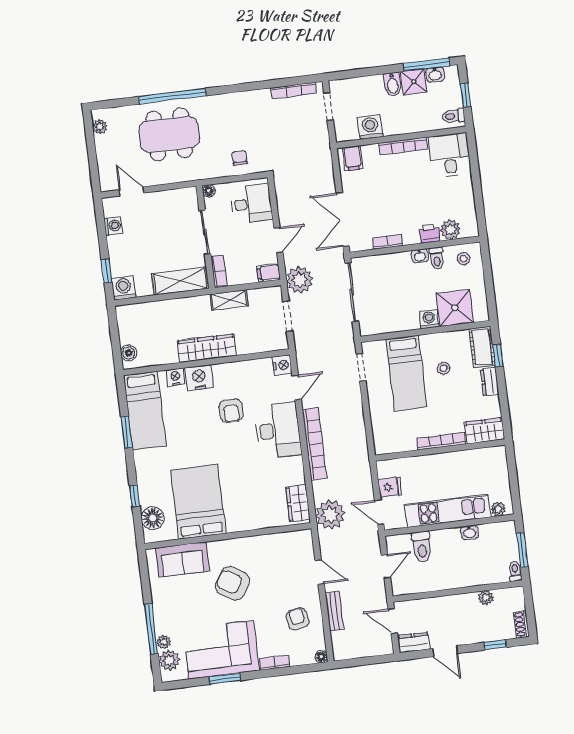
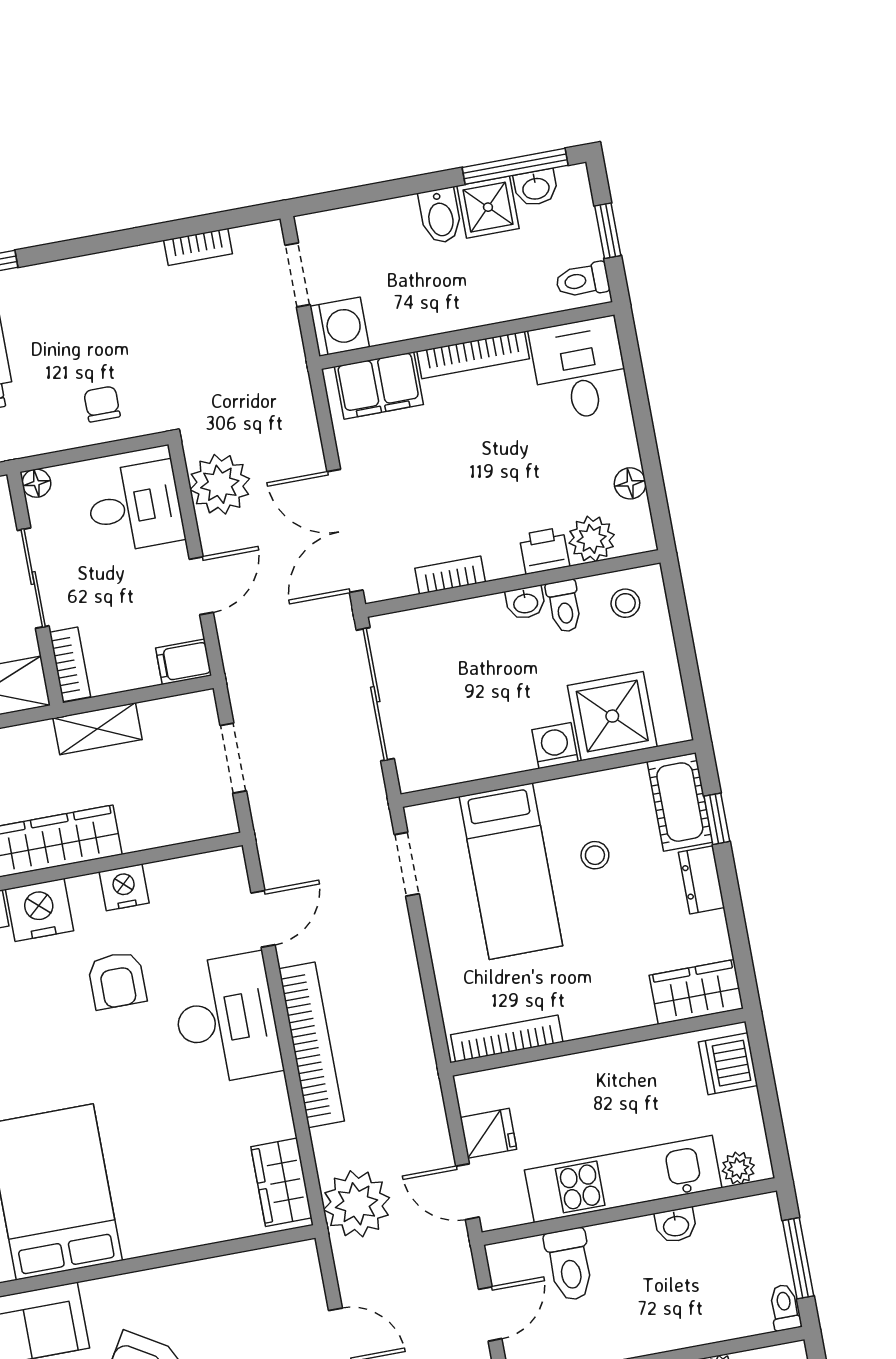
bookcase: (294, 91) -> (198, 247), width x0.64
washing machine: (370, 127) -> (340, 327), moved, turned 90
filing cabinet: (352, 158) -> (379, 386), width x2.00
floor lamp: (469, 206) -> (630, 483), added
plant: (299, 280) -> (220, 484), moved
nightstand: (282, 365) -> (124, 887), moved, turned -90
bookcase: (441, 441) -> (507, 1038), moved
dishwasher: (496, 463) -> (728, 1064), added

